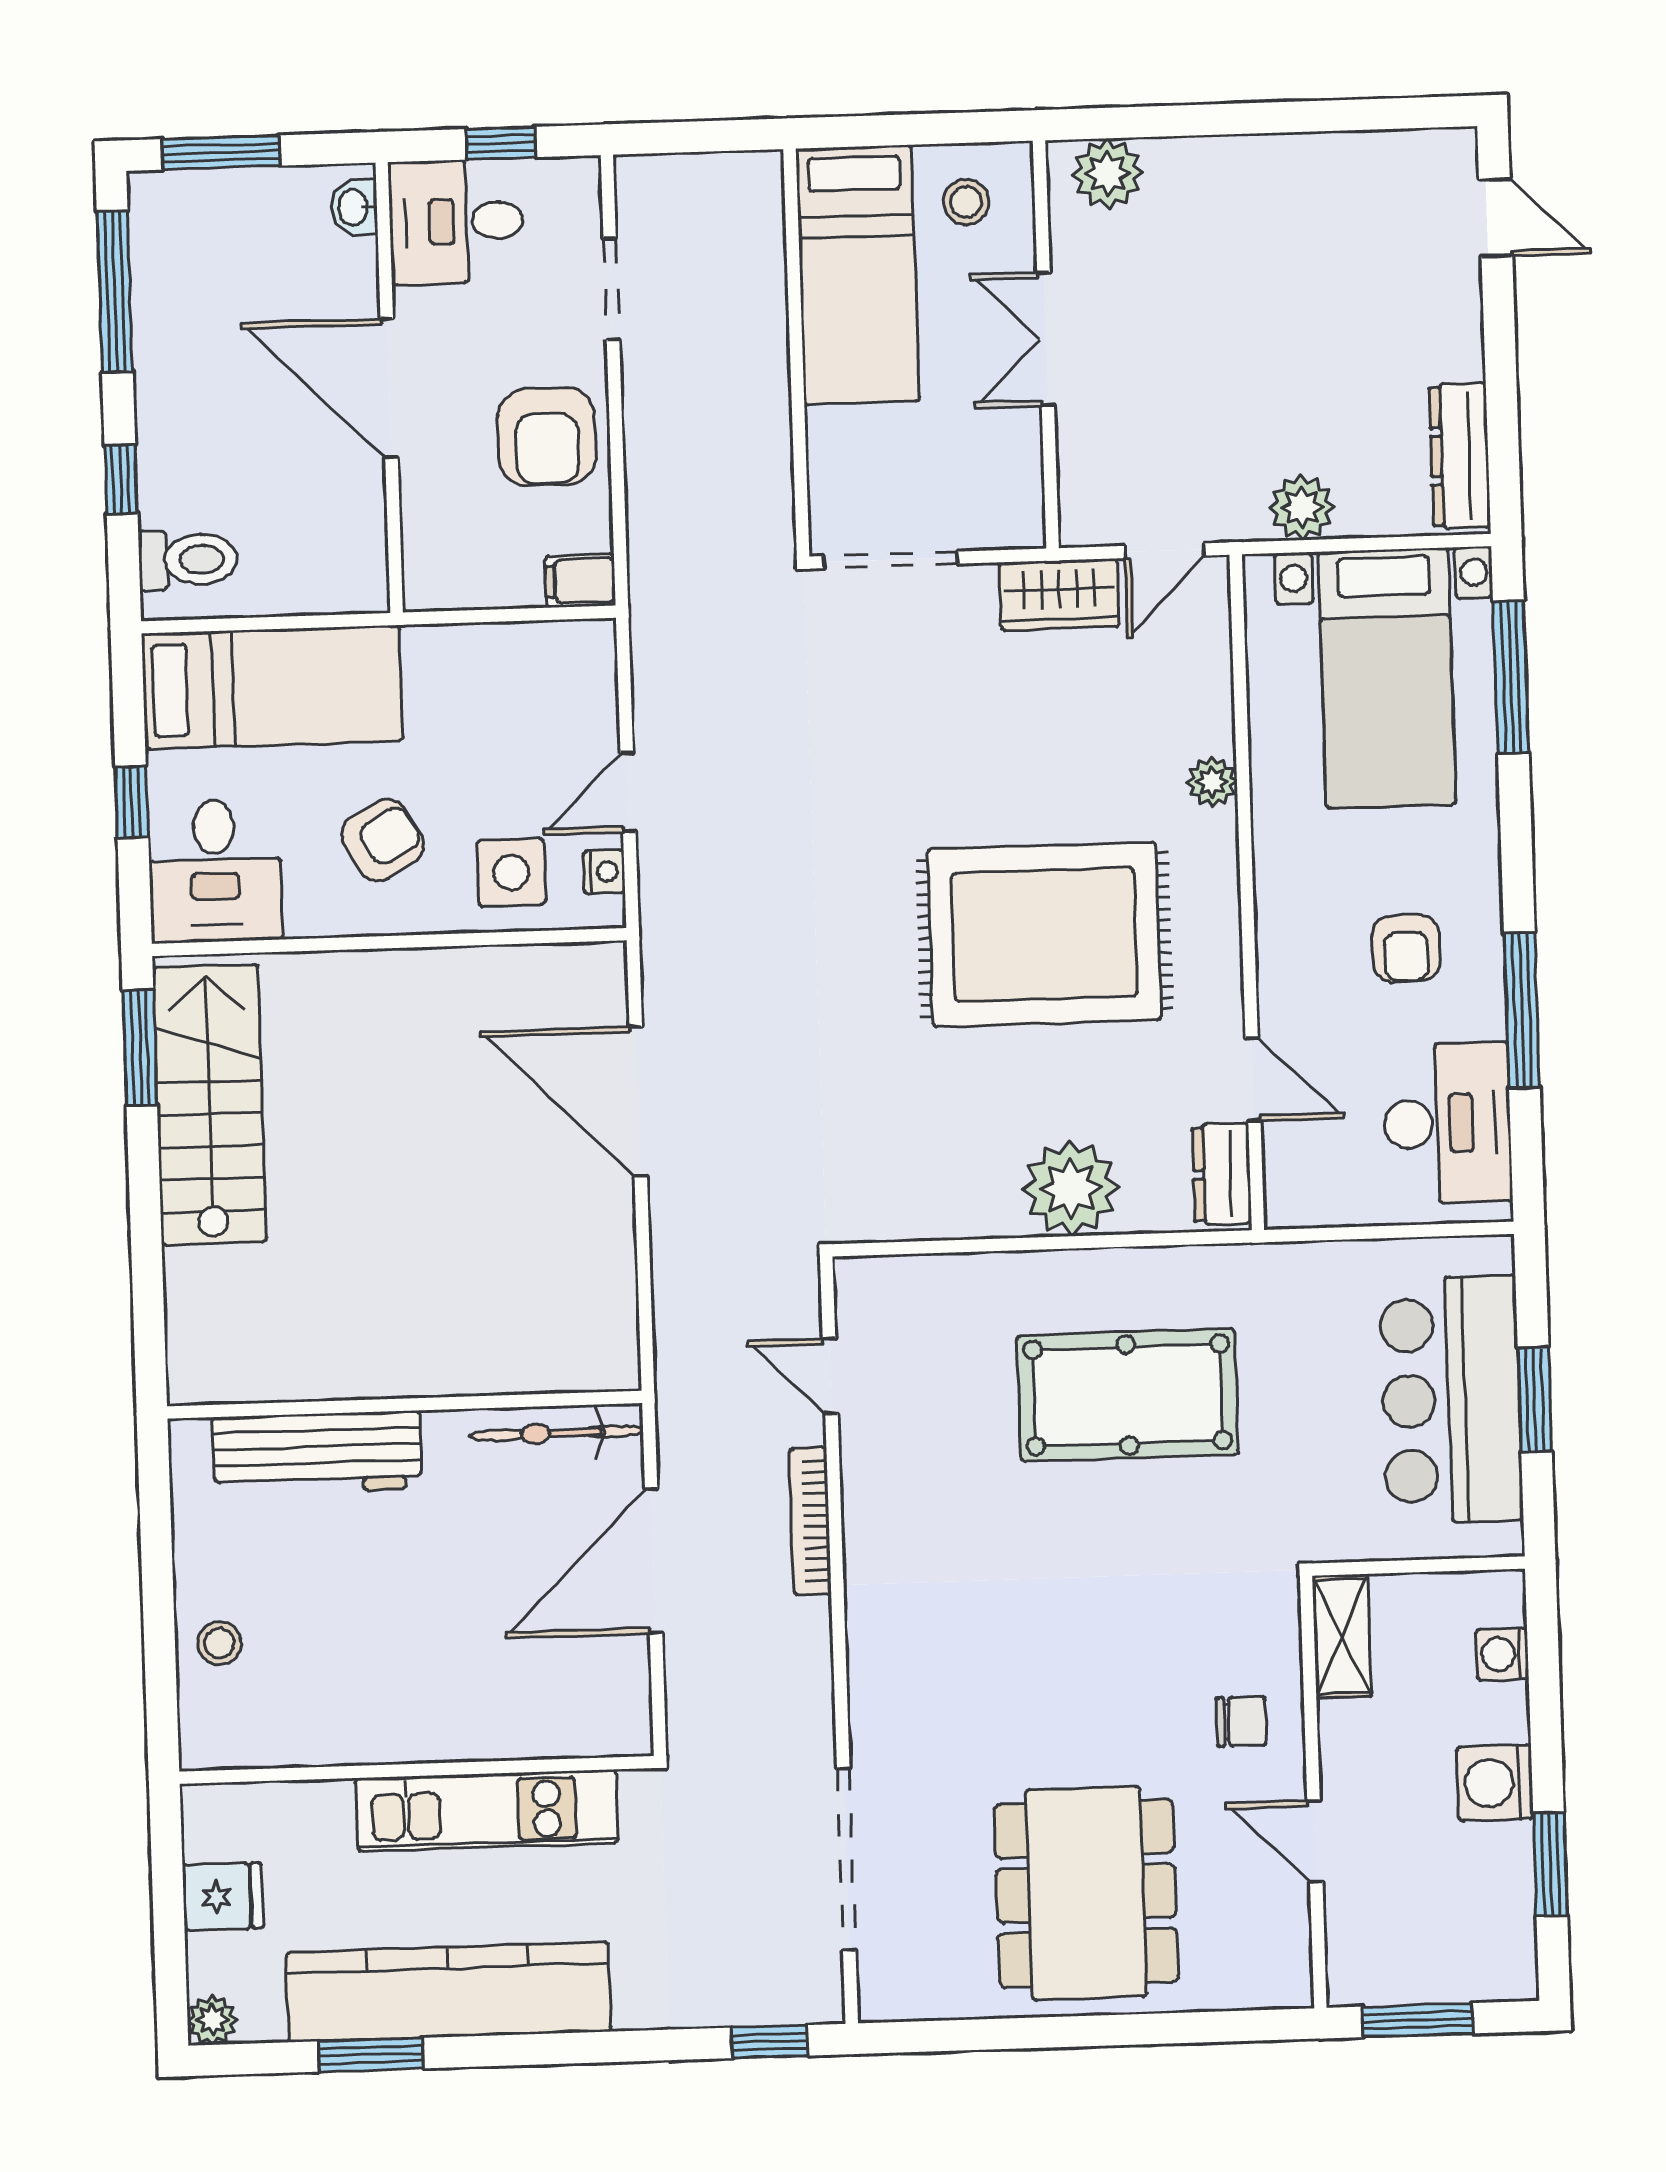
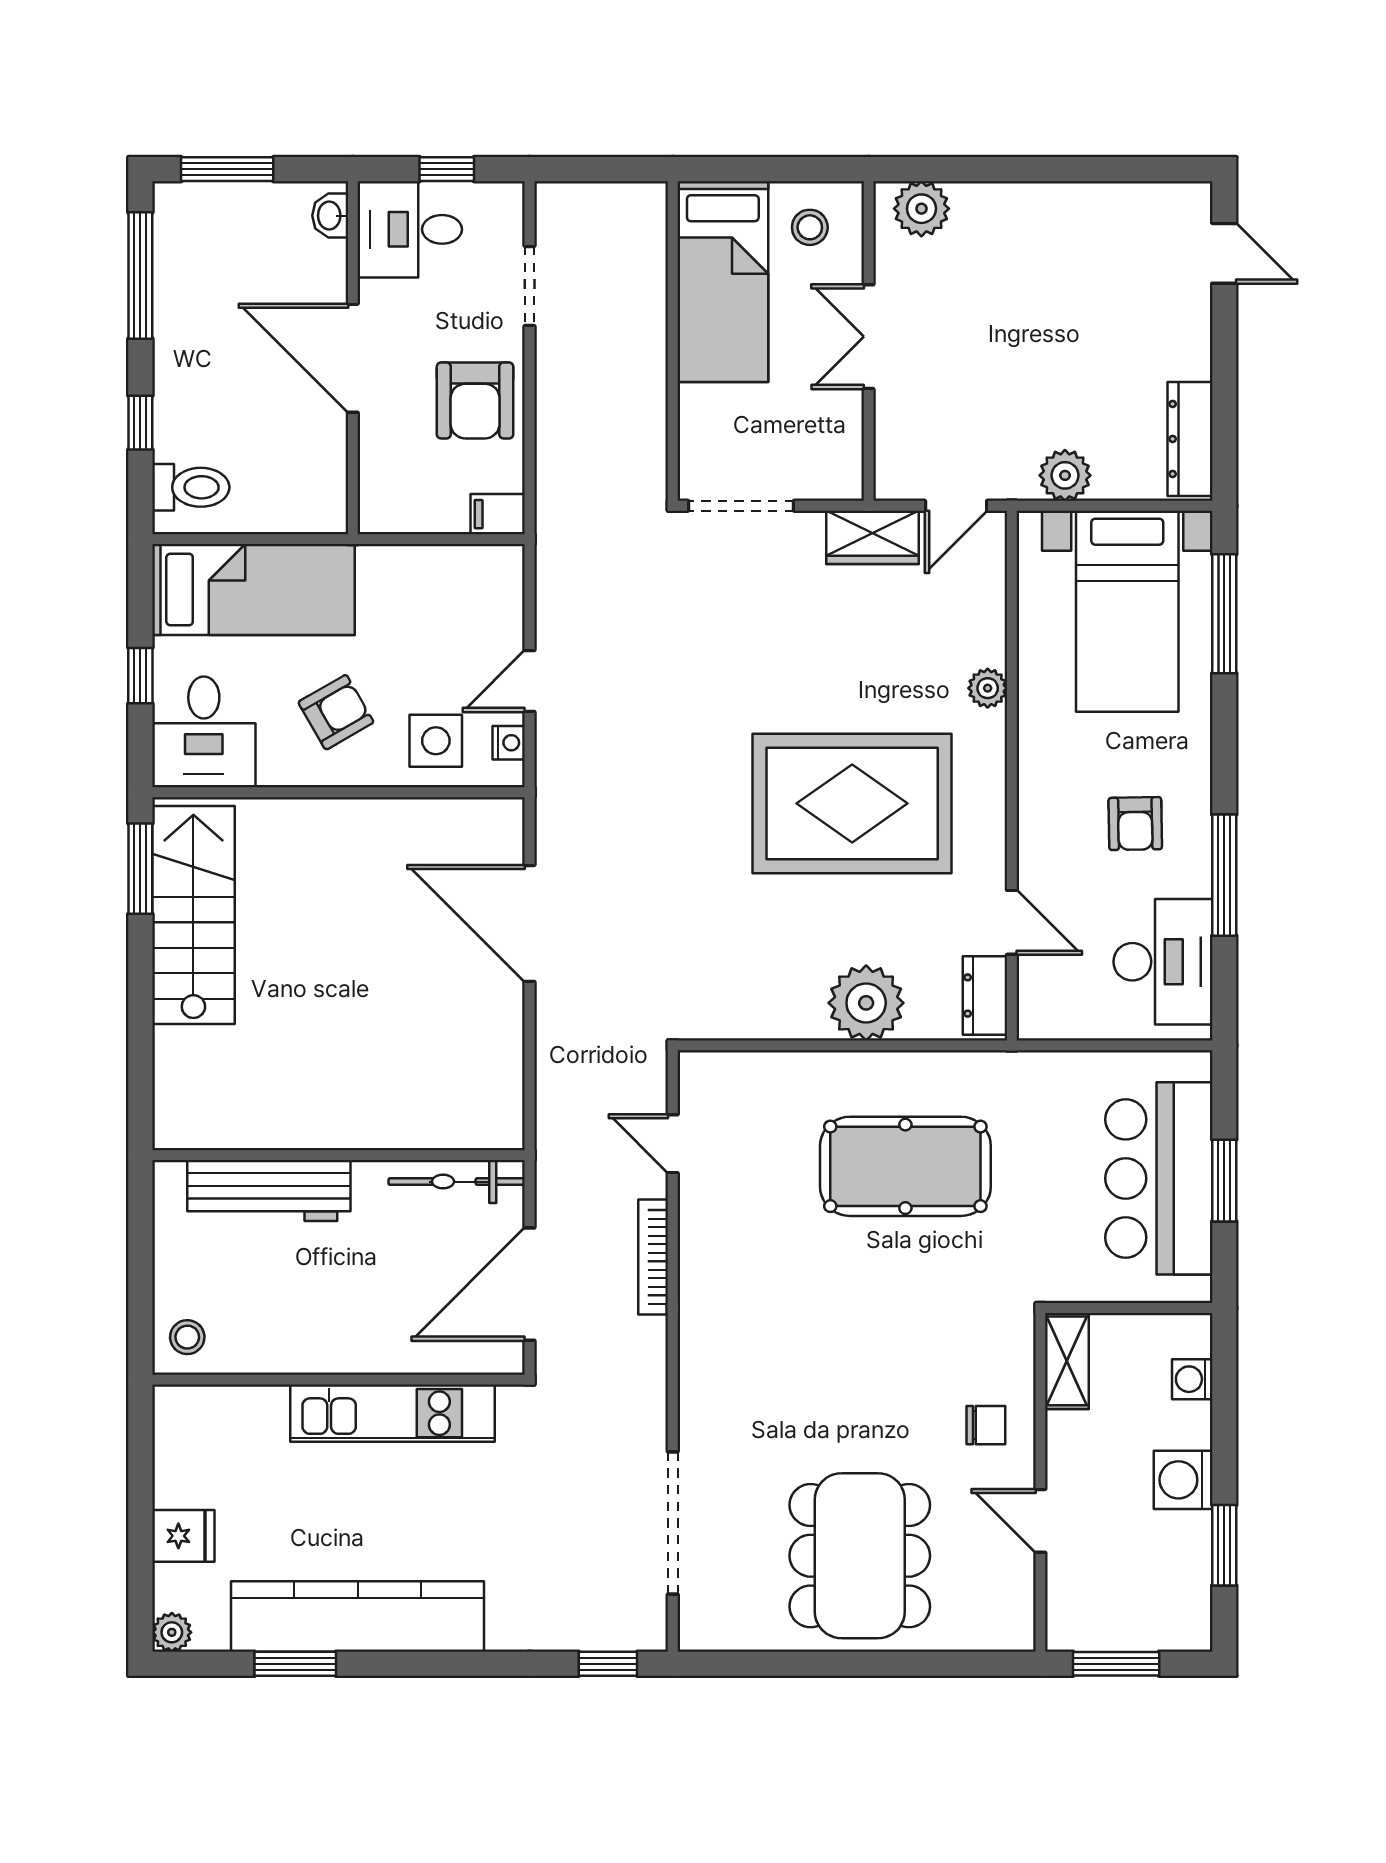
wall: (417, 1770) -> (339, 1380), moved
kitchen unit: (487, 1810) -> (392, 1413), moved

